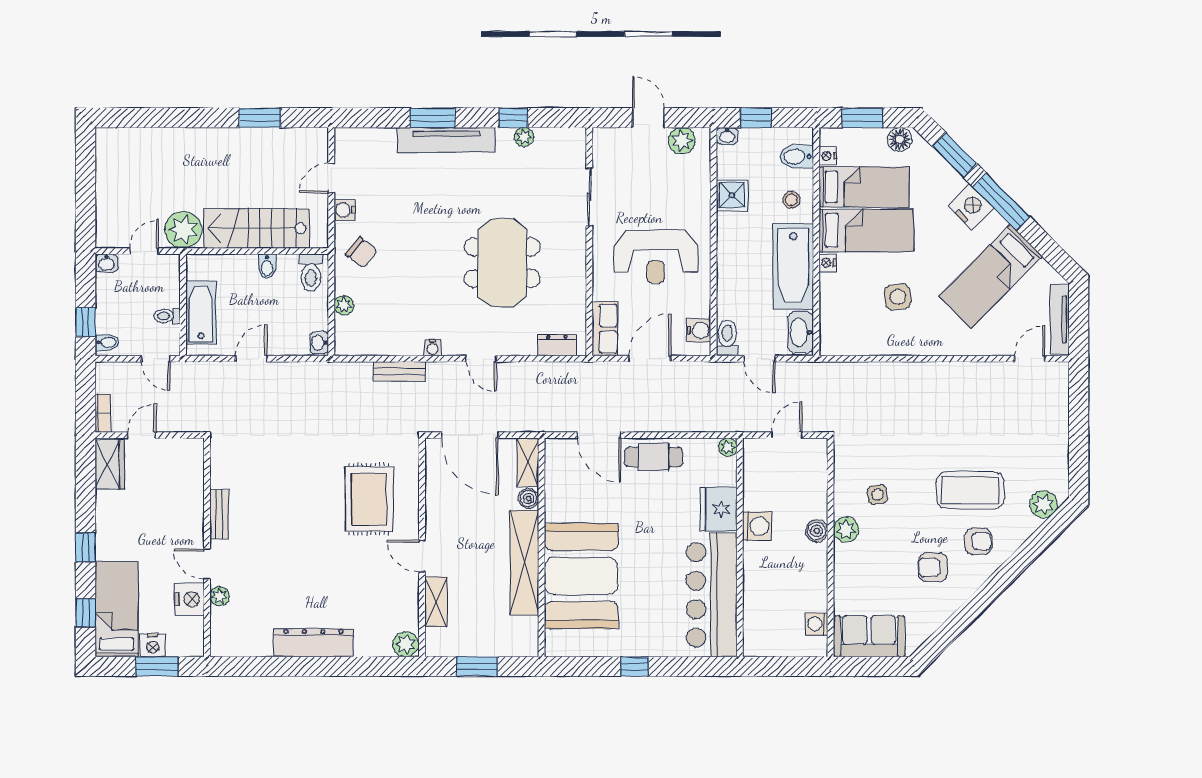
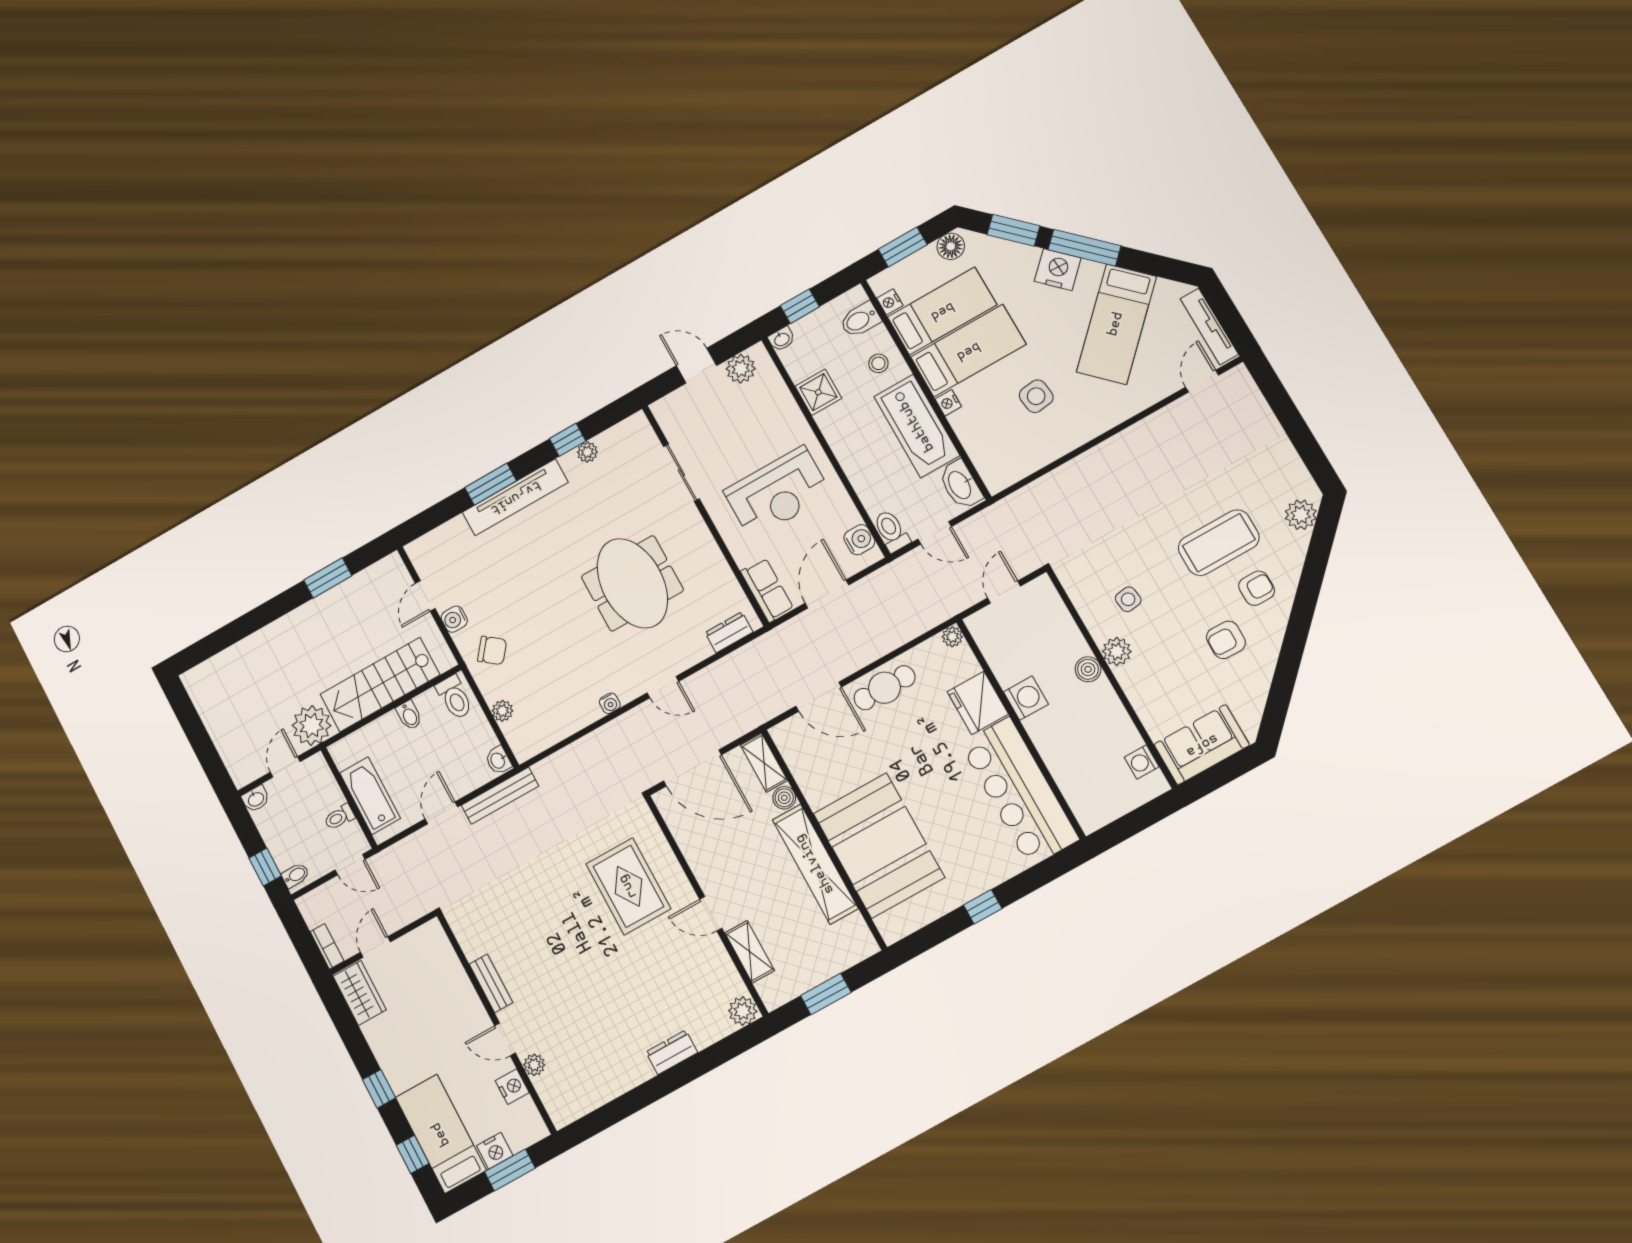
bench: (399, 371) -> (500, 796), moved, width x1.36
nightstand: (189, 599) -> (512, 1087), width x0.74, depth x0.75
dresser: (314, 643) -> (672, 1052), width x0.51, depth x0.80

